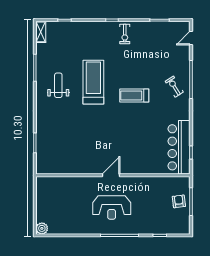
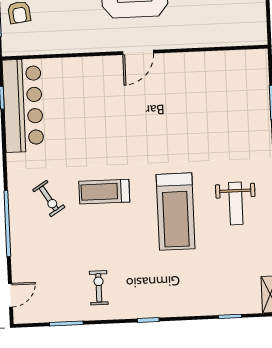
exercise bike: (125, 34) -> (99, 288), moved
exercise bike: (174, 87) -> (49, 198), moved
treadmill: (134, 95) -> (104, 192), turned 180

